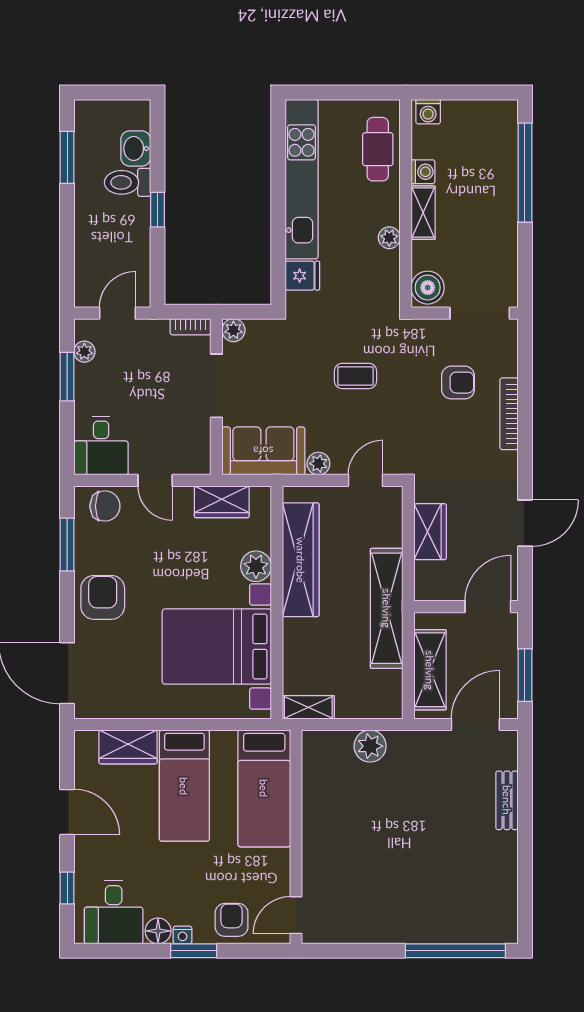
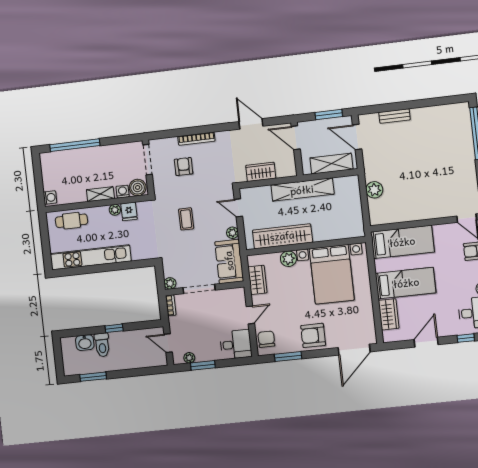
washing machine: (423, 172) -> (123, 192), moved
fridge: (302, 276) -> (129, 211), moved, turned 180
shelving: (308, 707) -> (358, 224), removed

